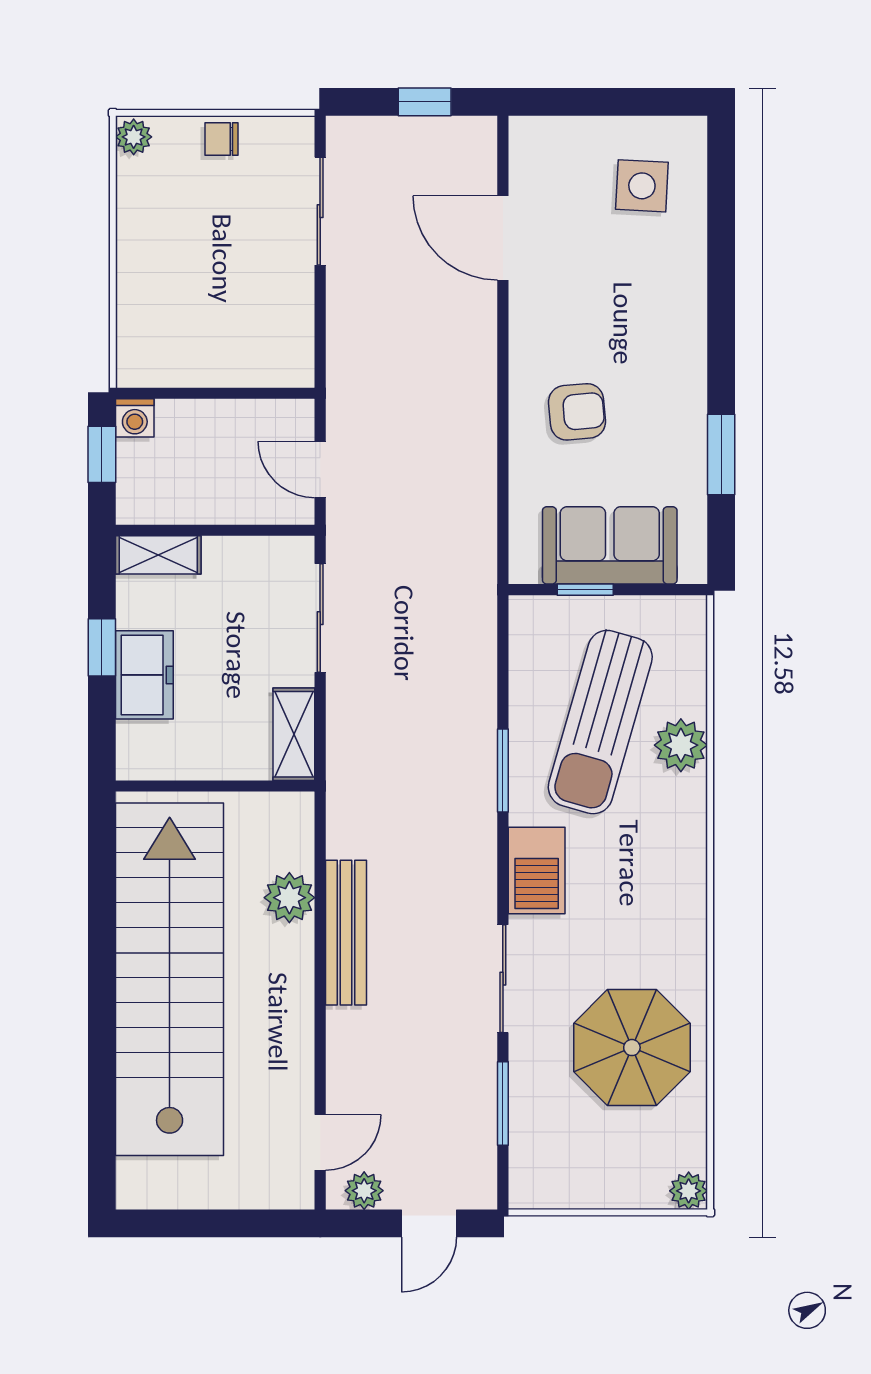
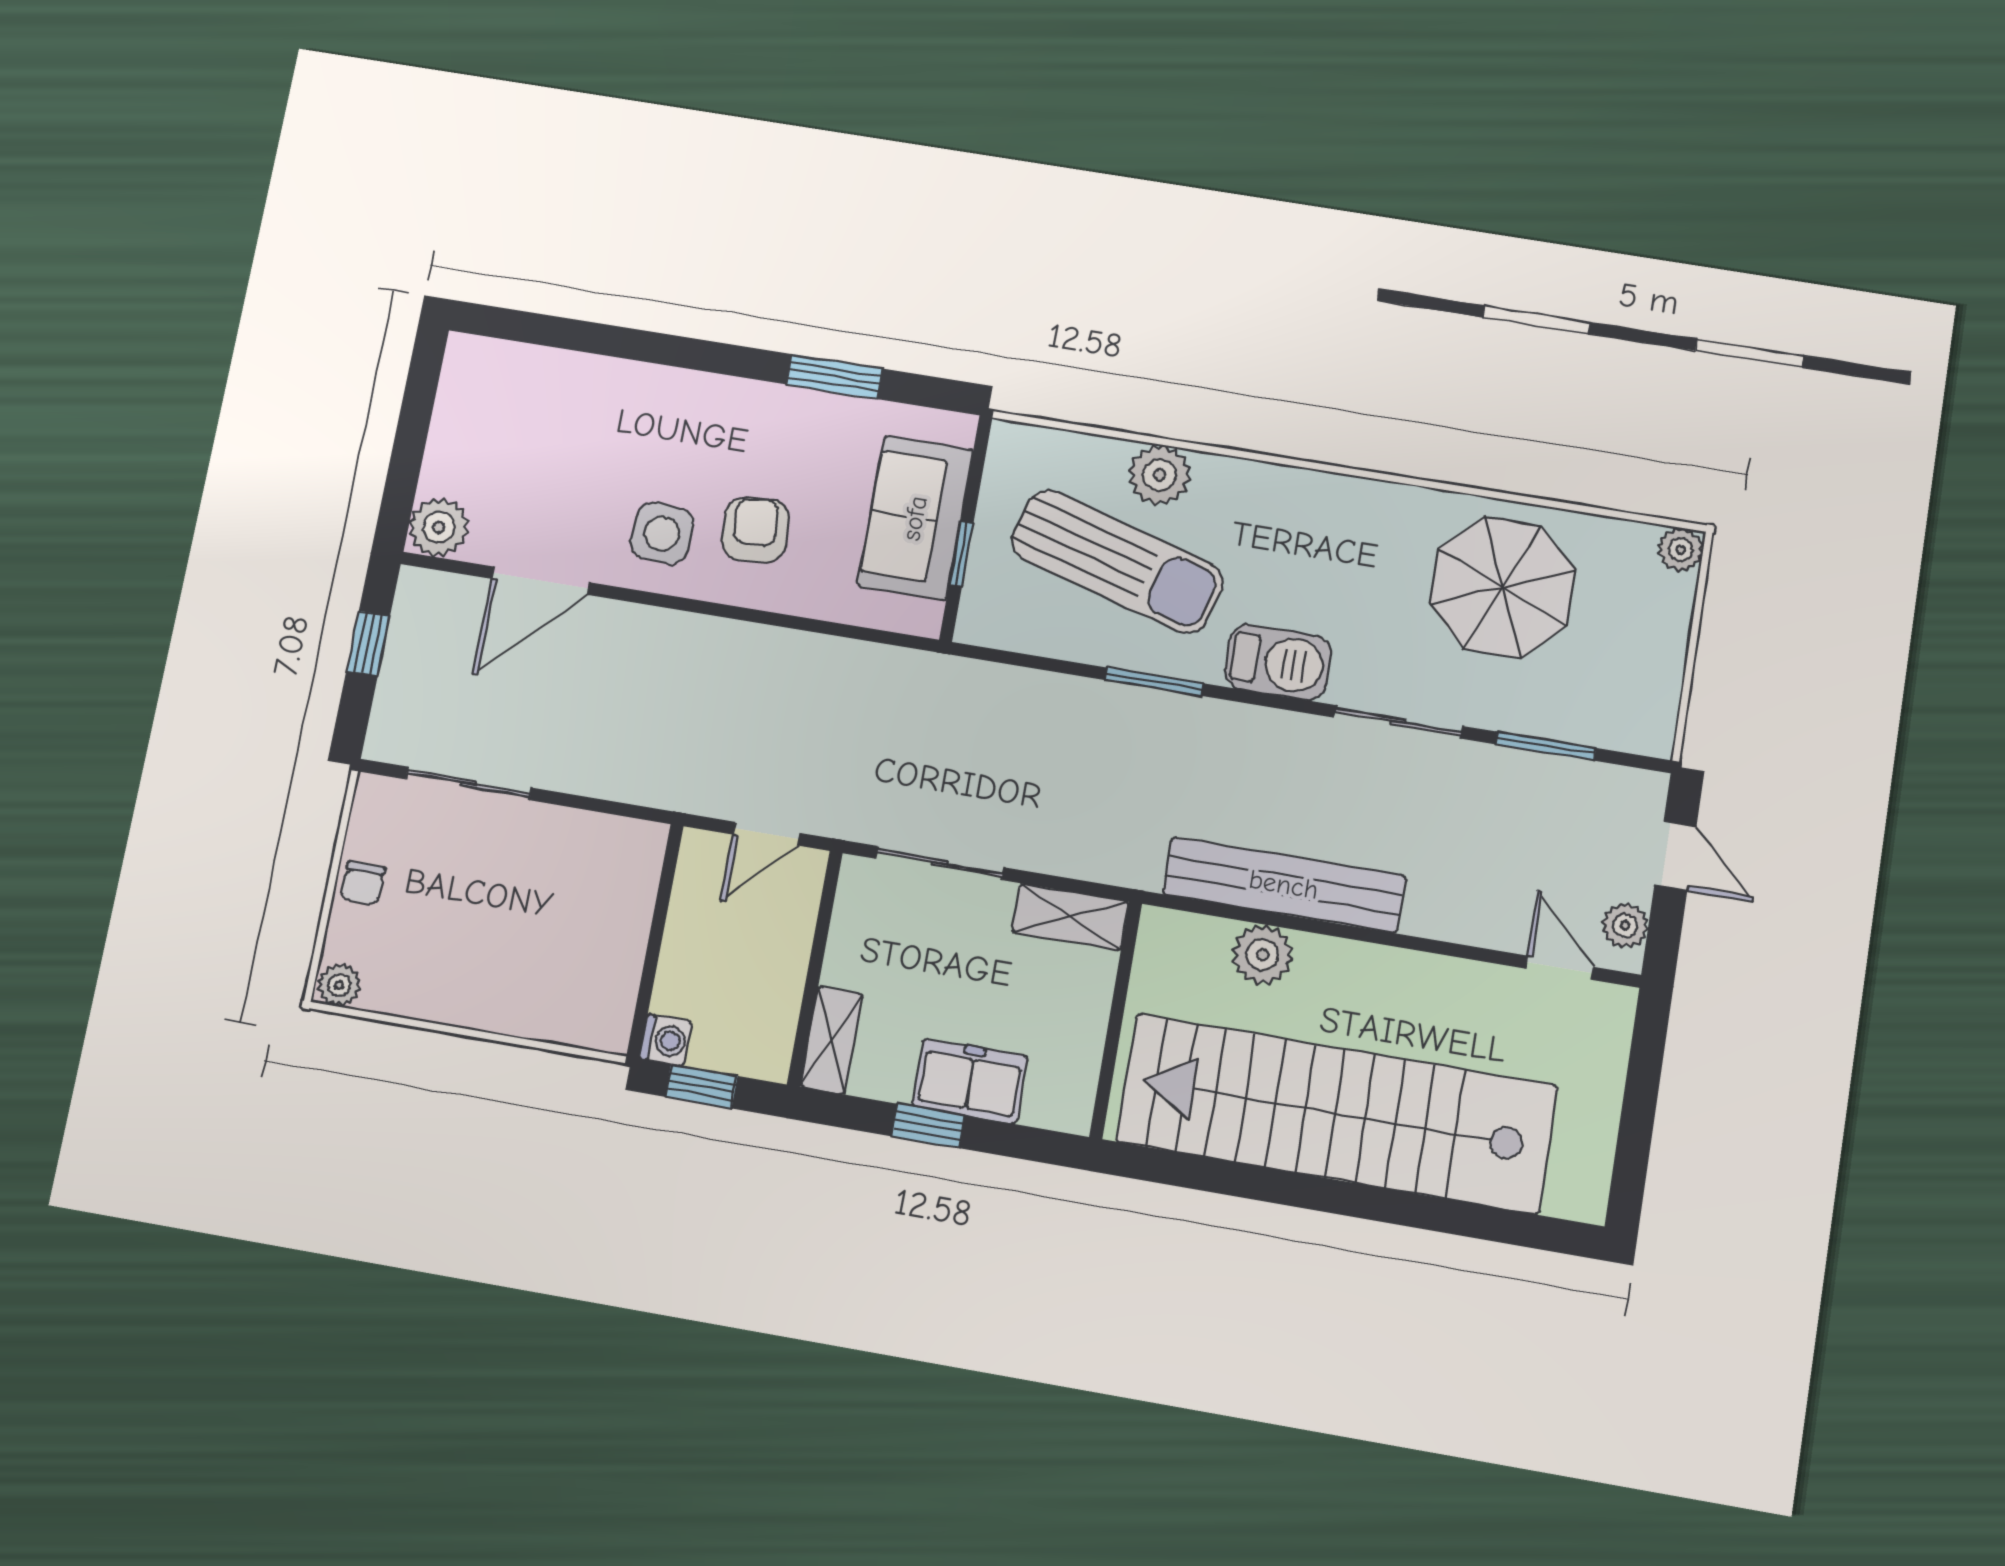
plant: (534, 142) -> (439, 527), added
side table: (642, 186) -> (662, 533), moved
bench: (346, 933) -> (1284, 885), width x1.37, depth x1.21

